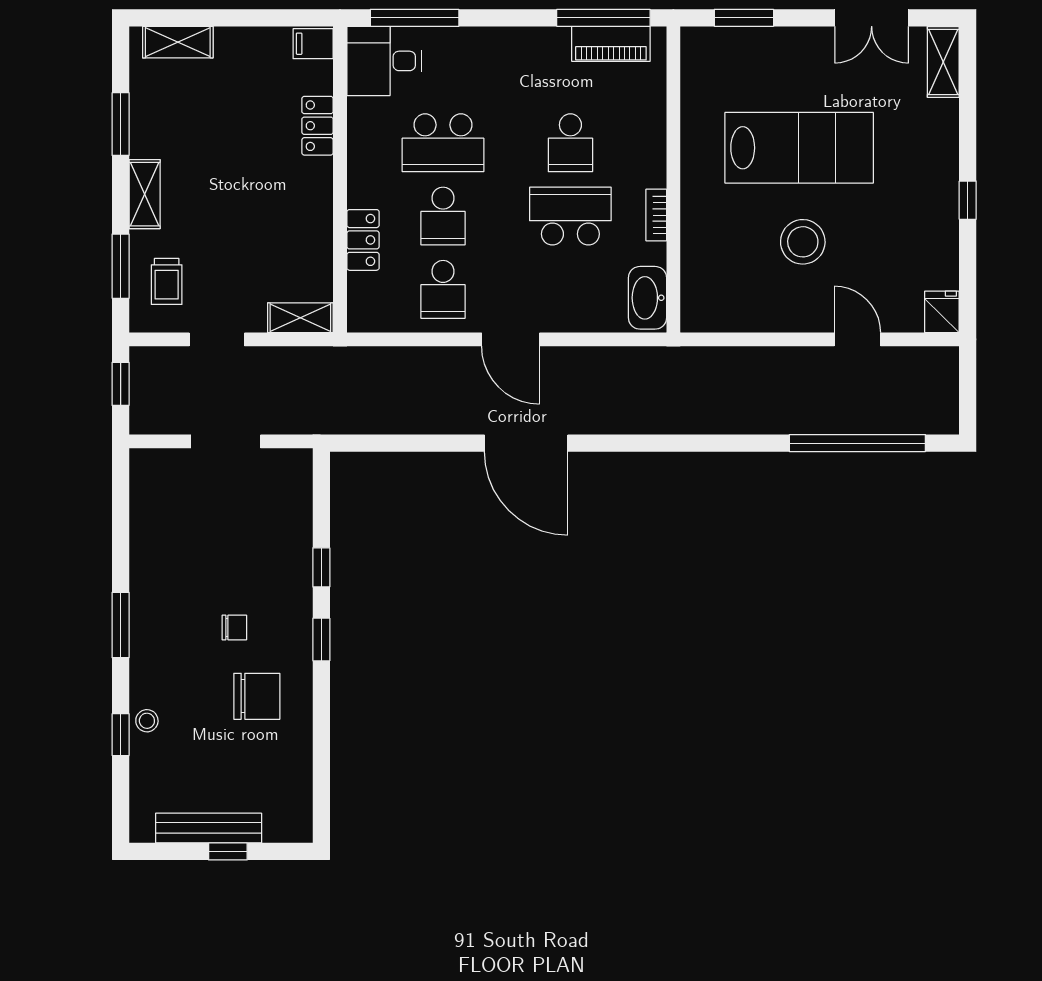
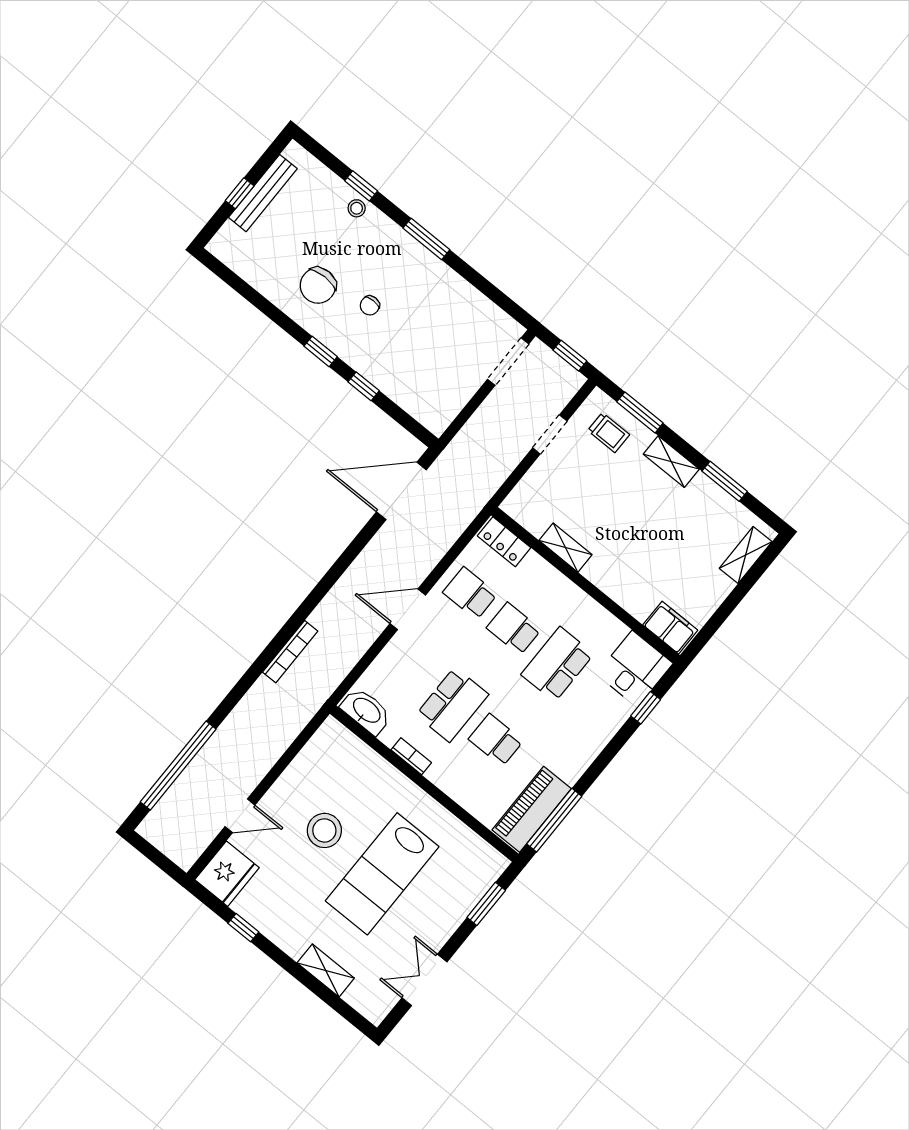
window: (415, 18) -> (646, 708), width x0.46
filing cabinet: (313, 44) -> (670, 628), width x2.00
piano: (611, 44) -> (532, 809), width x1.37, depth x1.33
shelving: (943, 62) -> (326, 970), moved
locker: (318, 126) -> (628, 598), removed
window: (968, 200) -> (243, 928), moved
locker: (363, 240) -> (504, 542), moved
trolley: (167, 281) -> (609, 433), turned 180
fridge: (942, 312) -> (227, 874), width x1.88, depth x1.34
shelving: (300, 318) -> (566, 548), moved, turned 90
bookcase: (650, 423) -> (290, 652), added
doorway: (226, 441) -> (508, 362), moved
door: (526, 443) -> (401, 491), moved

